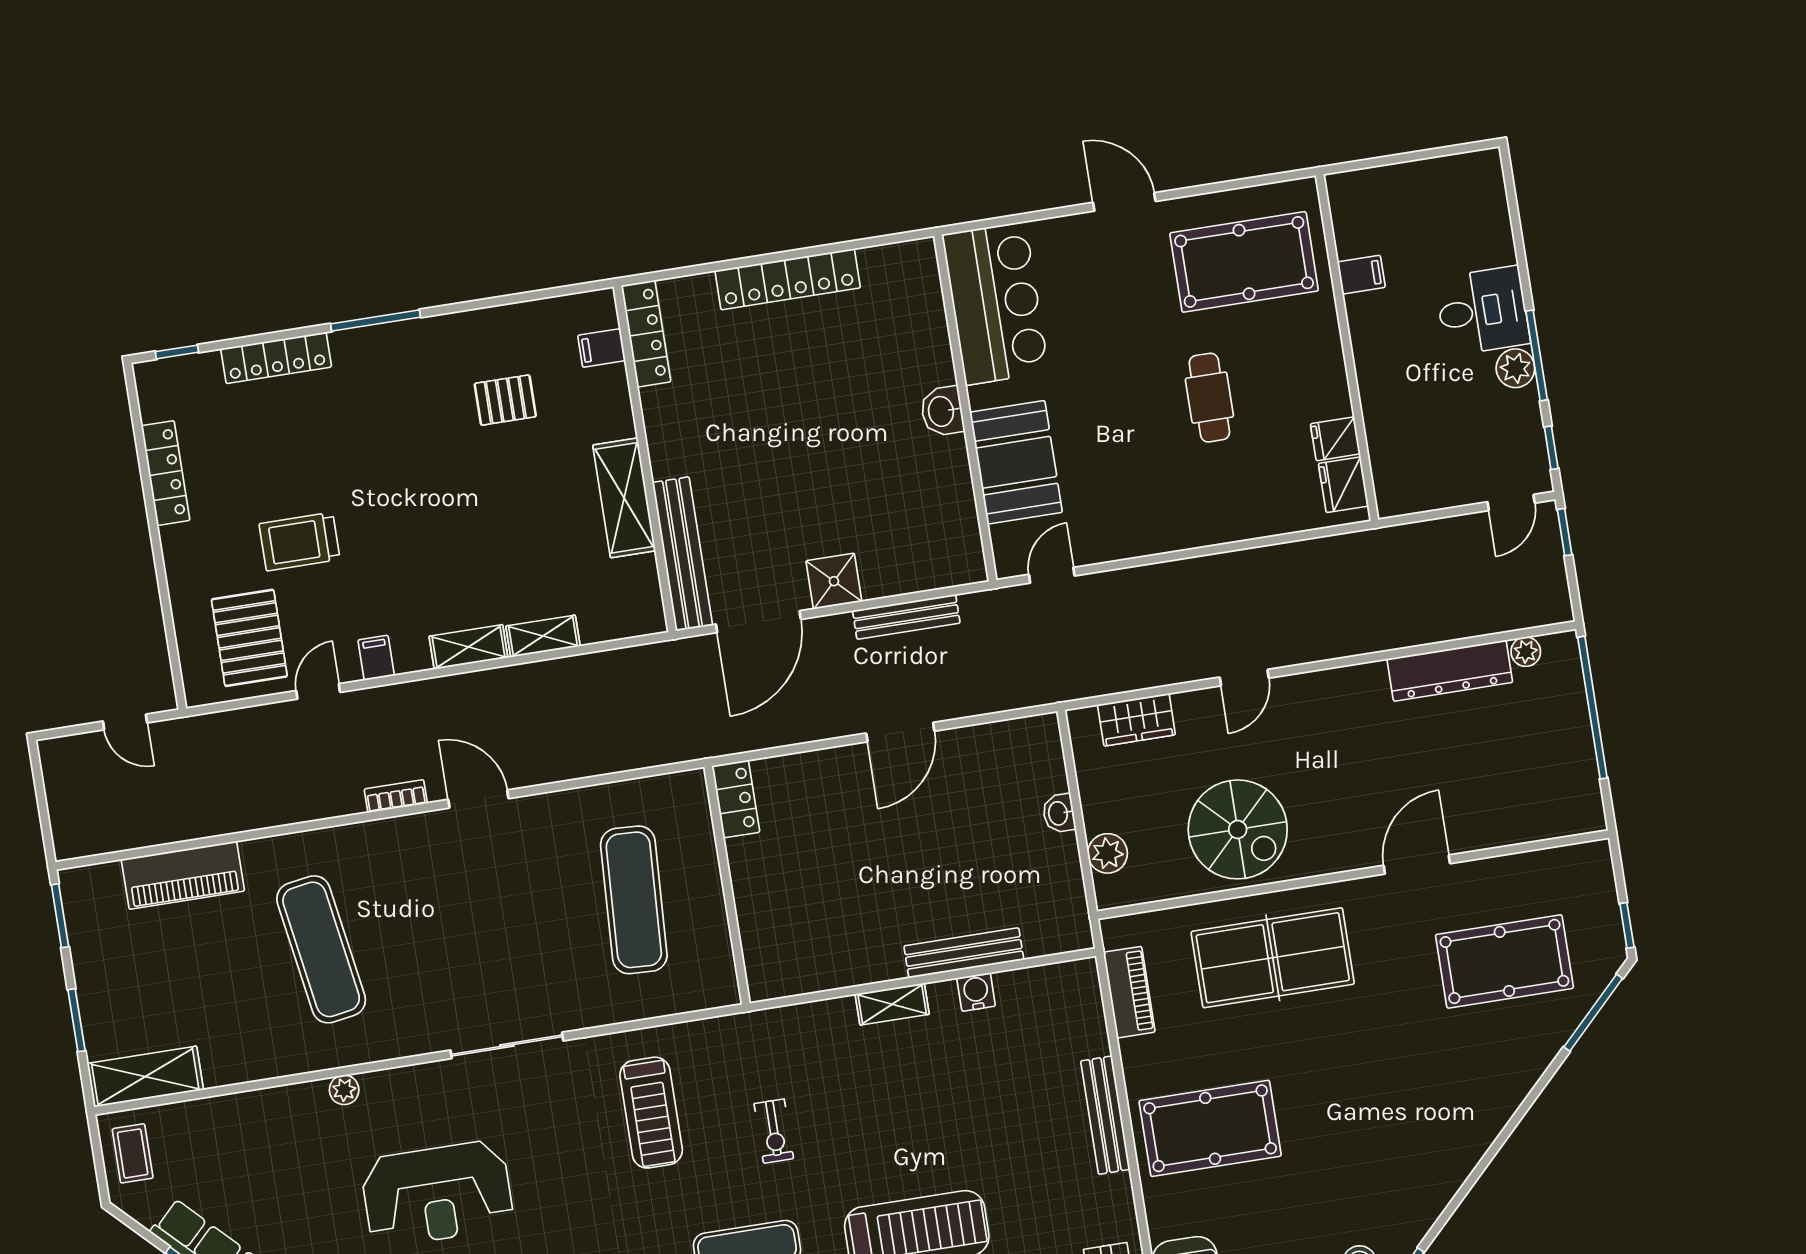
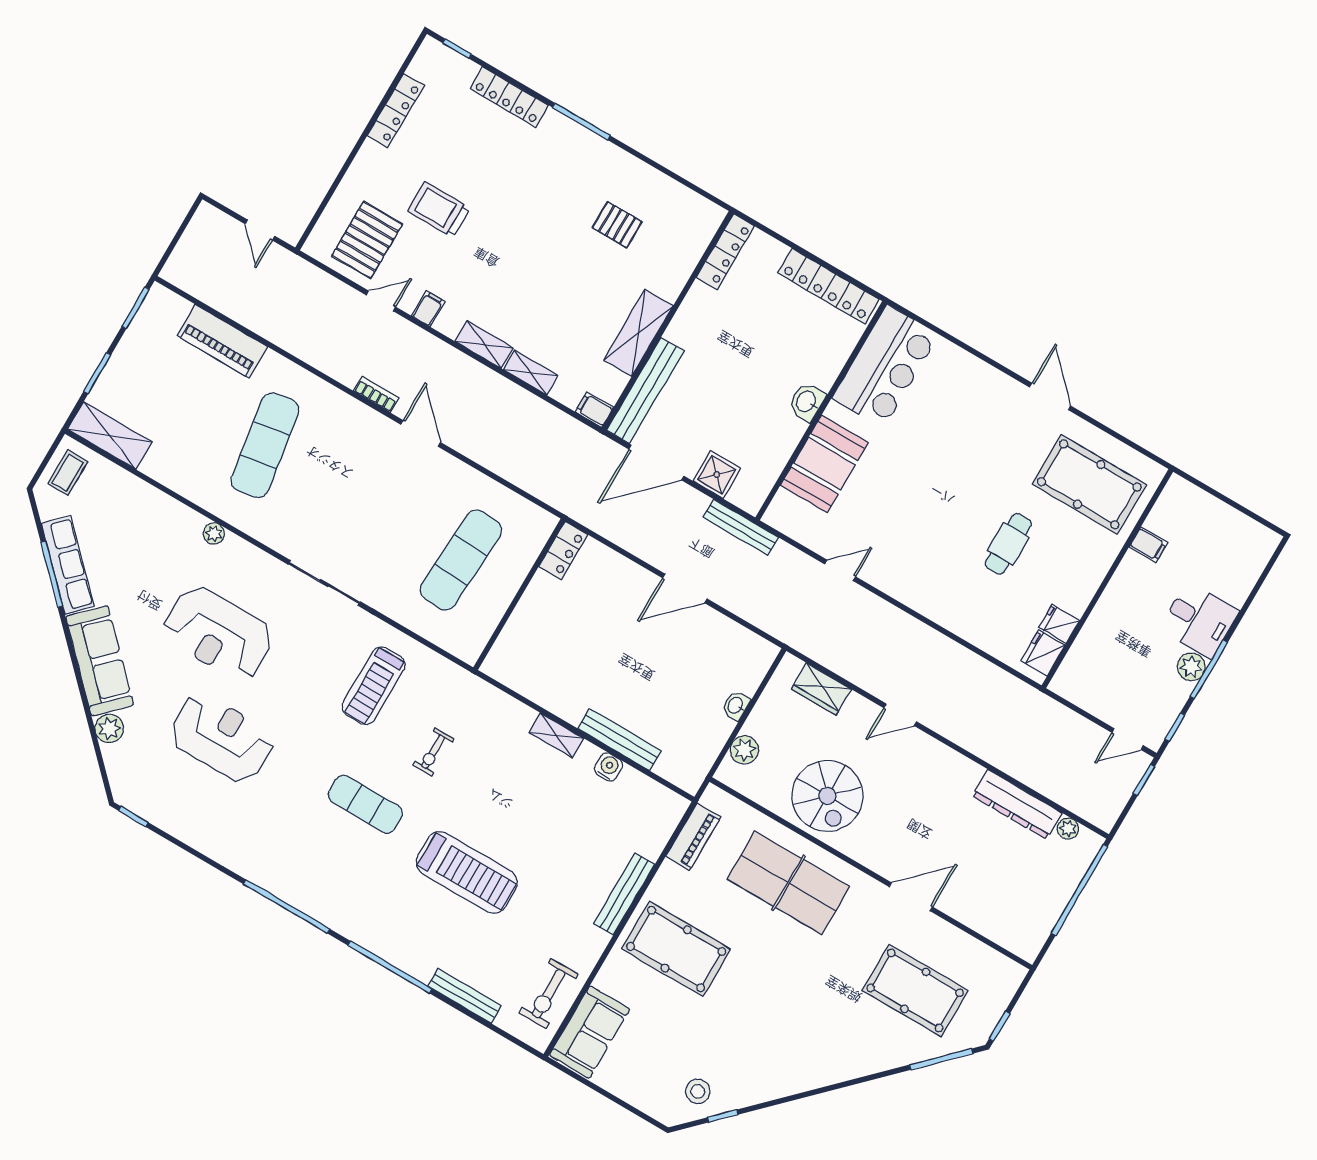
bar counter: (995, 303) -> (885, 366), moved
filing cabinet: (602, 348) -> (594, 410), moved
wall: (965, 408) -> (821, 411), moved
washbasin: (942, 411) -> (807, 402), moved
booth: (1016, 462) -> (824, 464), moved

